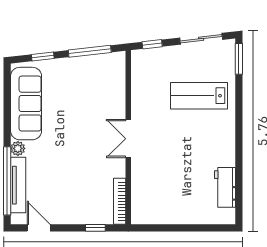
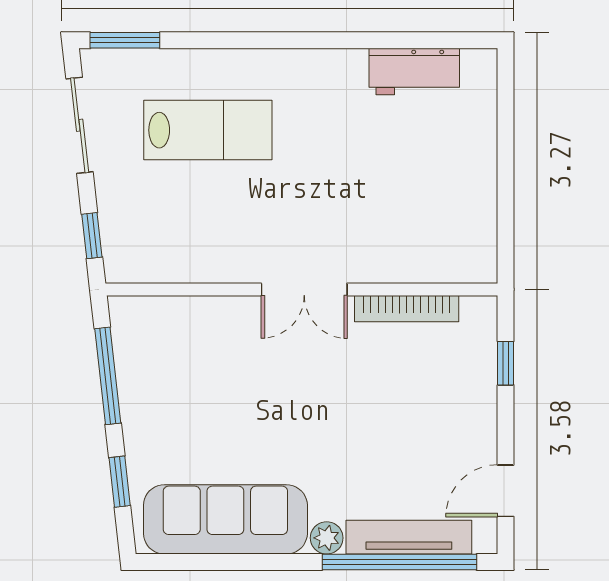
lab bench: (199, 96) -> (208, 130), turned -90
bookcase: (120, 201) -> (407, 309), moved

